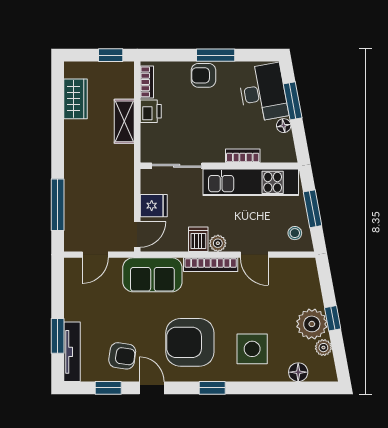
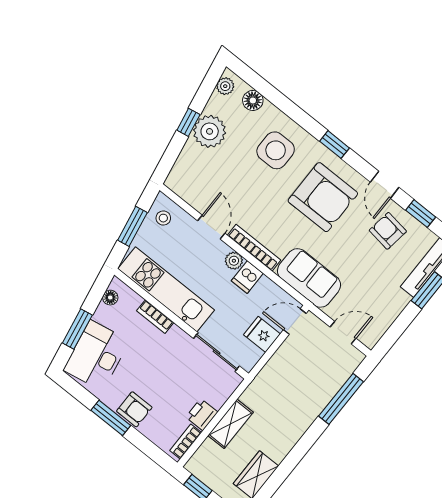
floor lamp: (284, 126) -> (110, 298), moved
plant: (323, 348) -> (225, 86), moved

